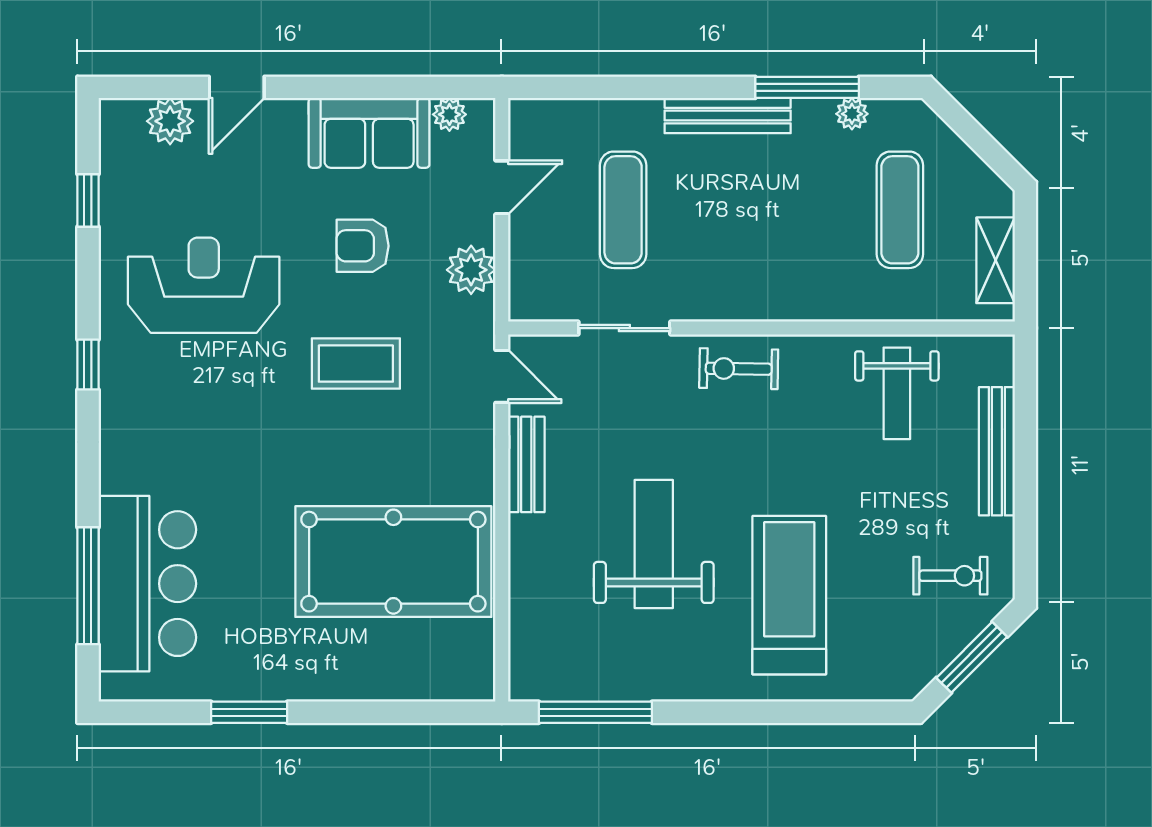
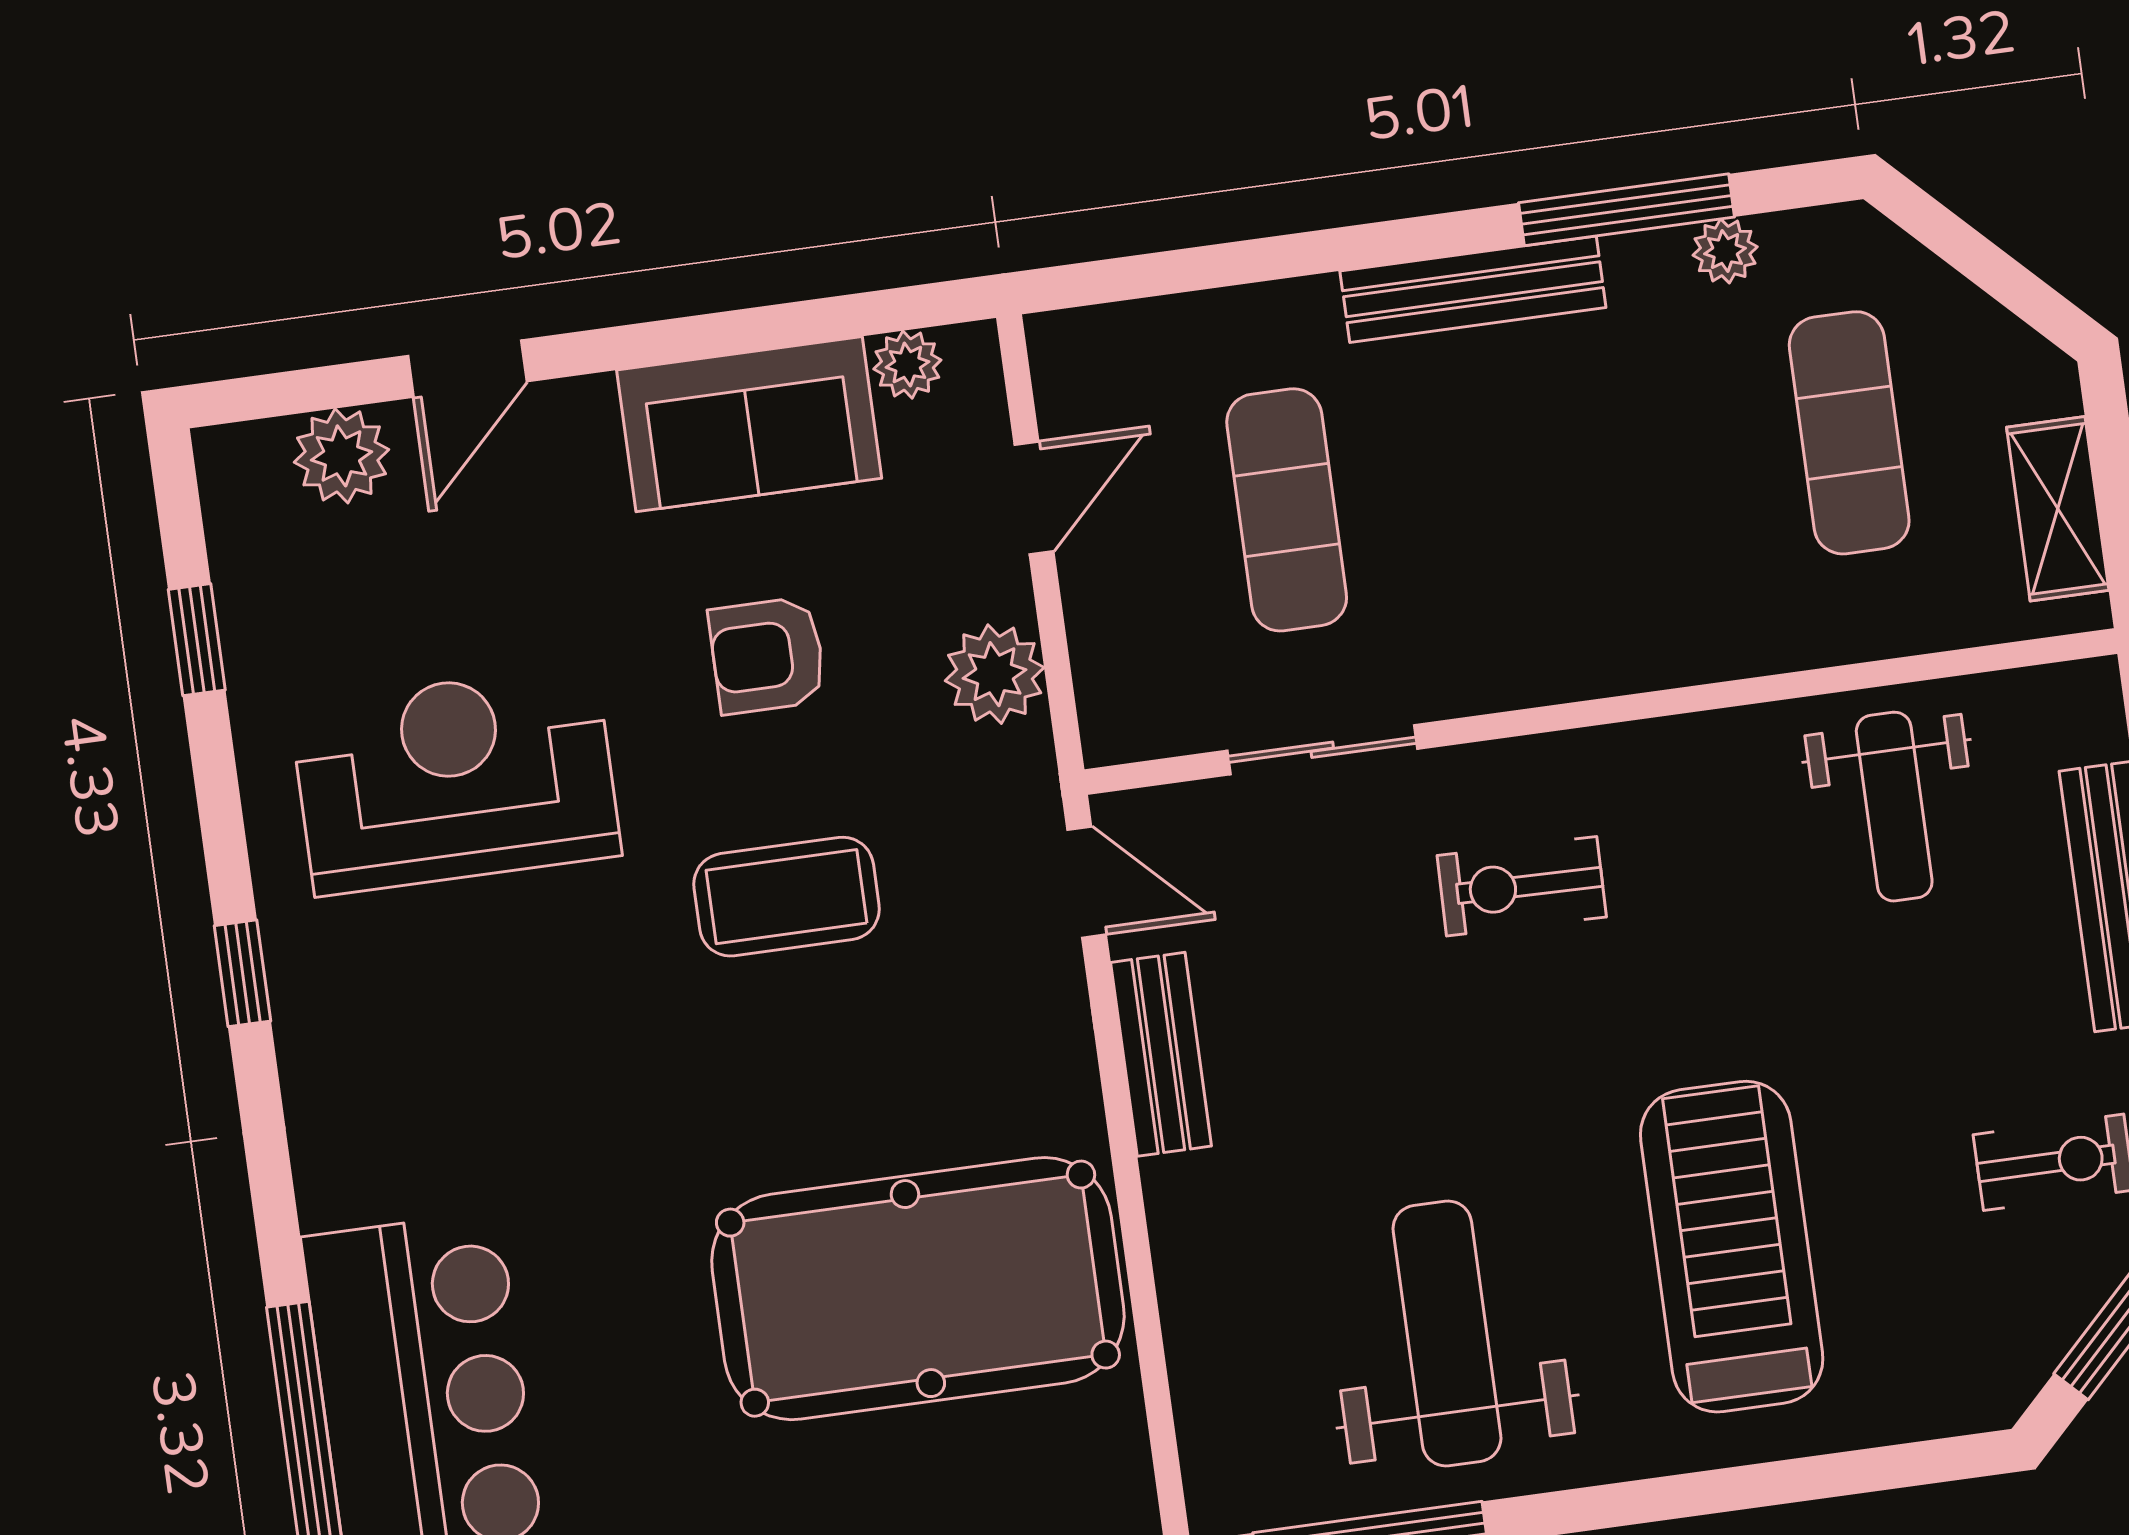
exercise bike: (739, 369) -> (1522, 886), moved
weight bench: (654, 544) -> (1447, 1333), moved

